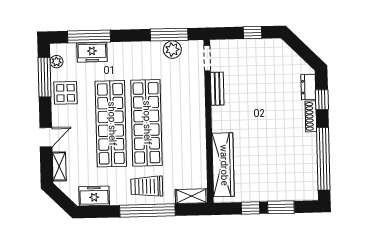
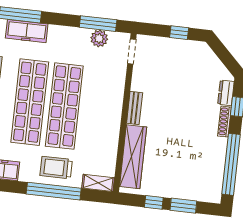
freezer: (92, 52) -> (27, 31), width x1.40
bench: (217, 89) -> (135, 108), moved

